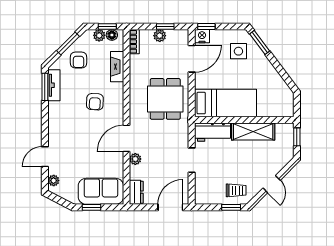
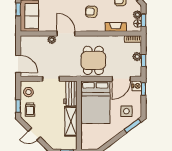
door: (192, 59) -> (121, 79), hinge flipped
dining table: (165, 99) -> (93, 60), turned 90
bed: (226, 103) -> (95, 102), width x1.50
dresser: (136, 192) -> (29, 40), removed
stool: (211, 192) -> (29, 92), added

